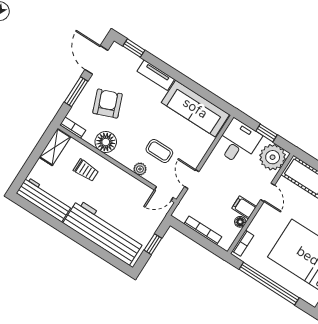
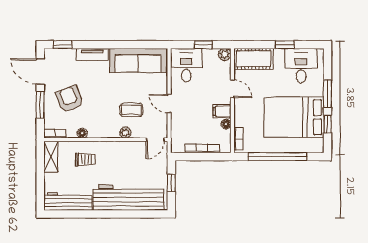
floor lamp: (106, 142) -> (82, 133), width x0.53, depth x0.53
plant: (273, 157) -> (225, 55), width x0.53, depth x0.53
door: (192, 179) -> (169, 103), moved

